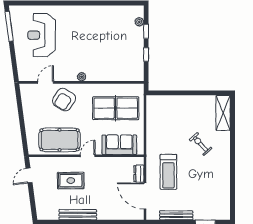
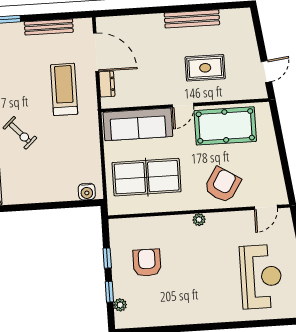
armchair: (119, 50) -> (147, 263), added
door: (46, 82) -> (266, 207), moved
water cooler: (157, 101) -> (87, 192), added
sofa: (119, 145) -> (138, 124), width x1.36

